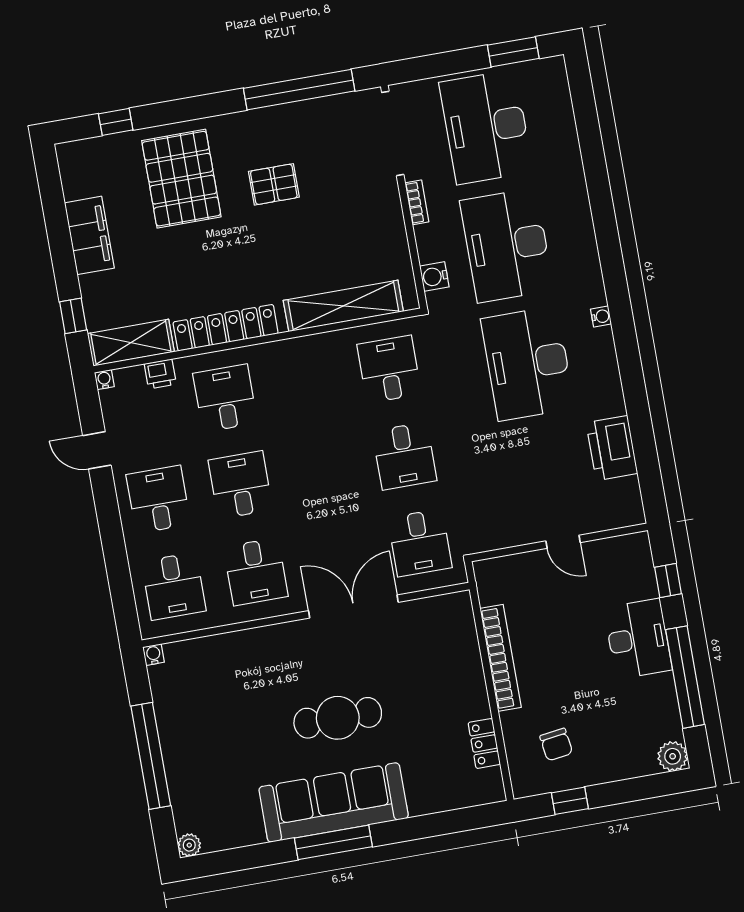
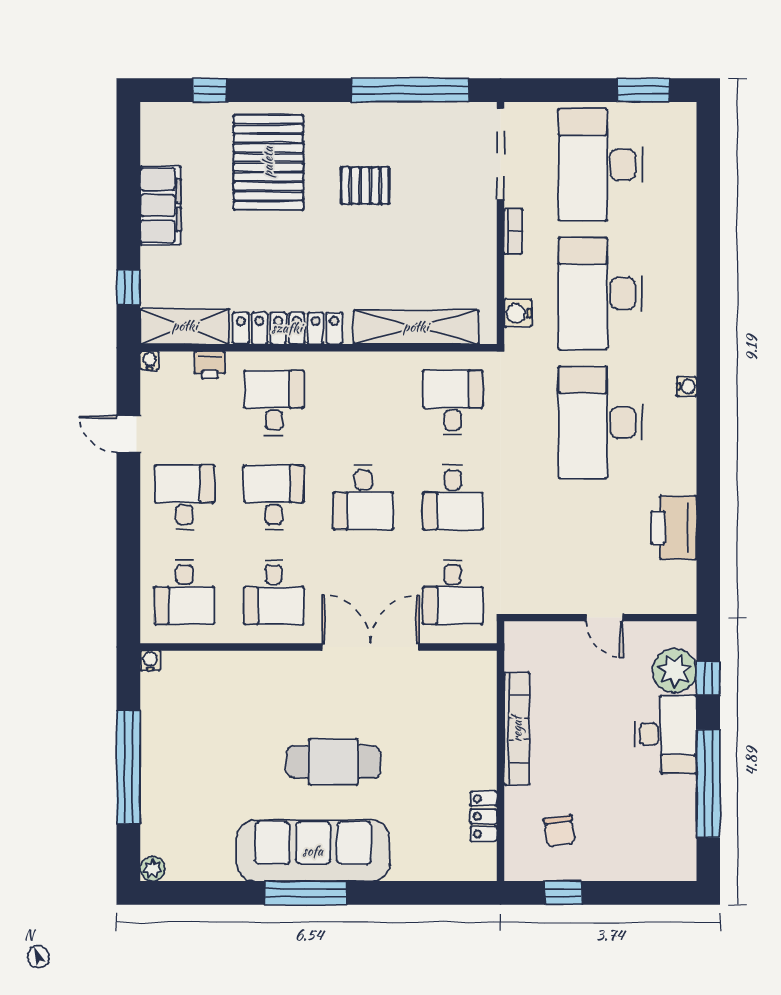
desk: (322, 470) -> (363, 497), added
plant: (673, 756) -> (675, 671), moved, width x1.36, depth x1.36

